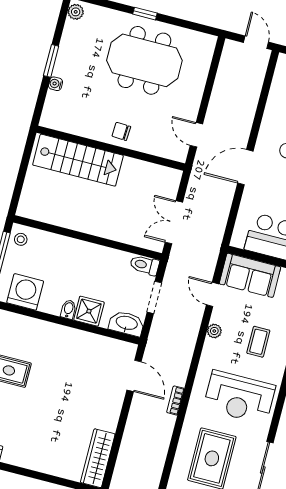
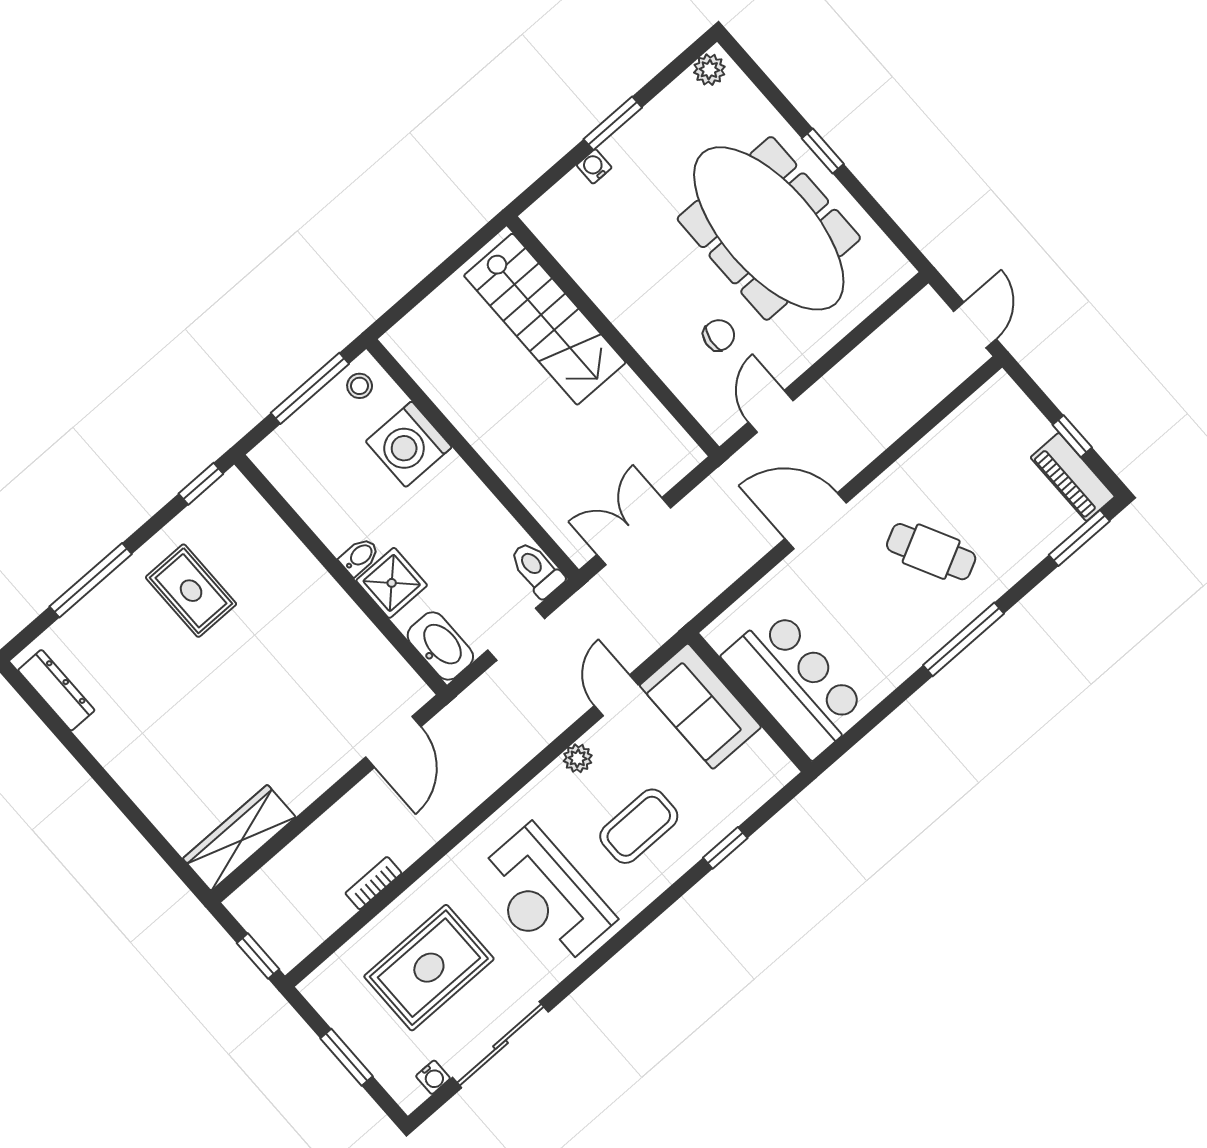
meeting table: (144, 60) -> (769, 228), width x1.36
chair: (121, 131) -> (719, 335), moved, turned 95
washing machine: (25, 292) -> (409, 444), moved, turned 180
coffee table: (258, 342) -> (639, 826), width x1.36, depth x1.30
bookcase: (175, 400) -> (373, 883), moved

